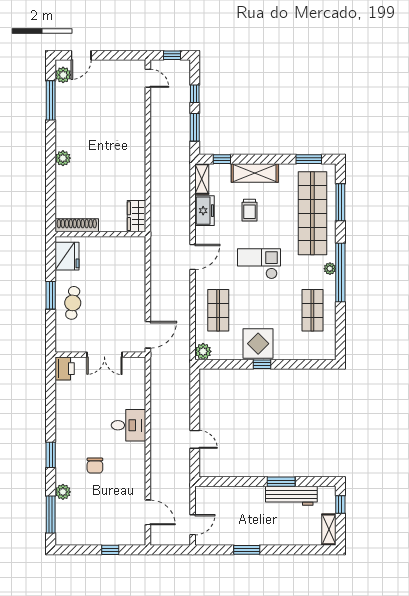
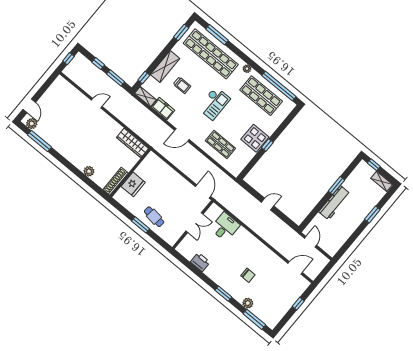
door: (148, 78) -> (97, 103), moved
plant: (63, 158) -> (89, 171), moved
wardrobe: (137, 216) -> (133, 143), width x1.50
fridge: (67, 256) -> (133, 184), moved, turned 90
door: (193, 257) -> (182, 135), swing flipped
checkout: (259, 264) -> (214, 103), turned 180
window: (340, 272) -> (279, 86), moved
shop shelf: (312, 310) -> (261, 96), width x1.43, depth x1.36
plant: (203, 351) -> (235, 170), removed
printer: (65, 369) -> (200, 262), moved
desk: (129, 425) -> (225, 227), moved
door: (195, 439) -> (268, 204), moved
workbench: (291, 496) -> (334, 203), moved
door: (193, 525) -> (311, 242), moved
window: (247, 550) -> (372, 214), moved

